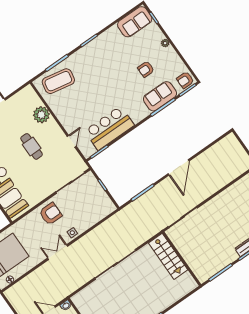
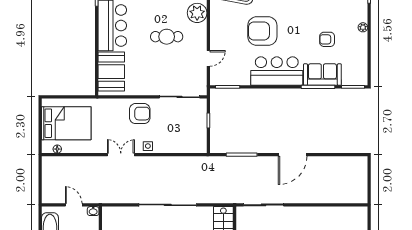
armchair: (185, 80) -> (262, 31), moved, width x1.88, depth x1.88
bar counter: (109, 128) -> (277, 71), moved
cafe table: (32, 146) -> (167, 37), turned 90

